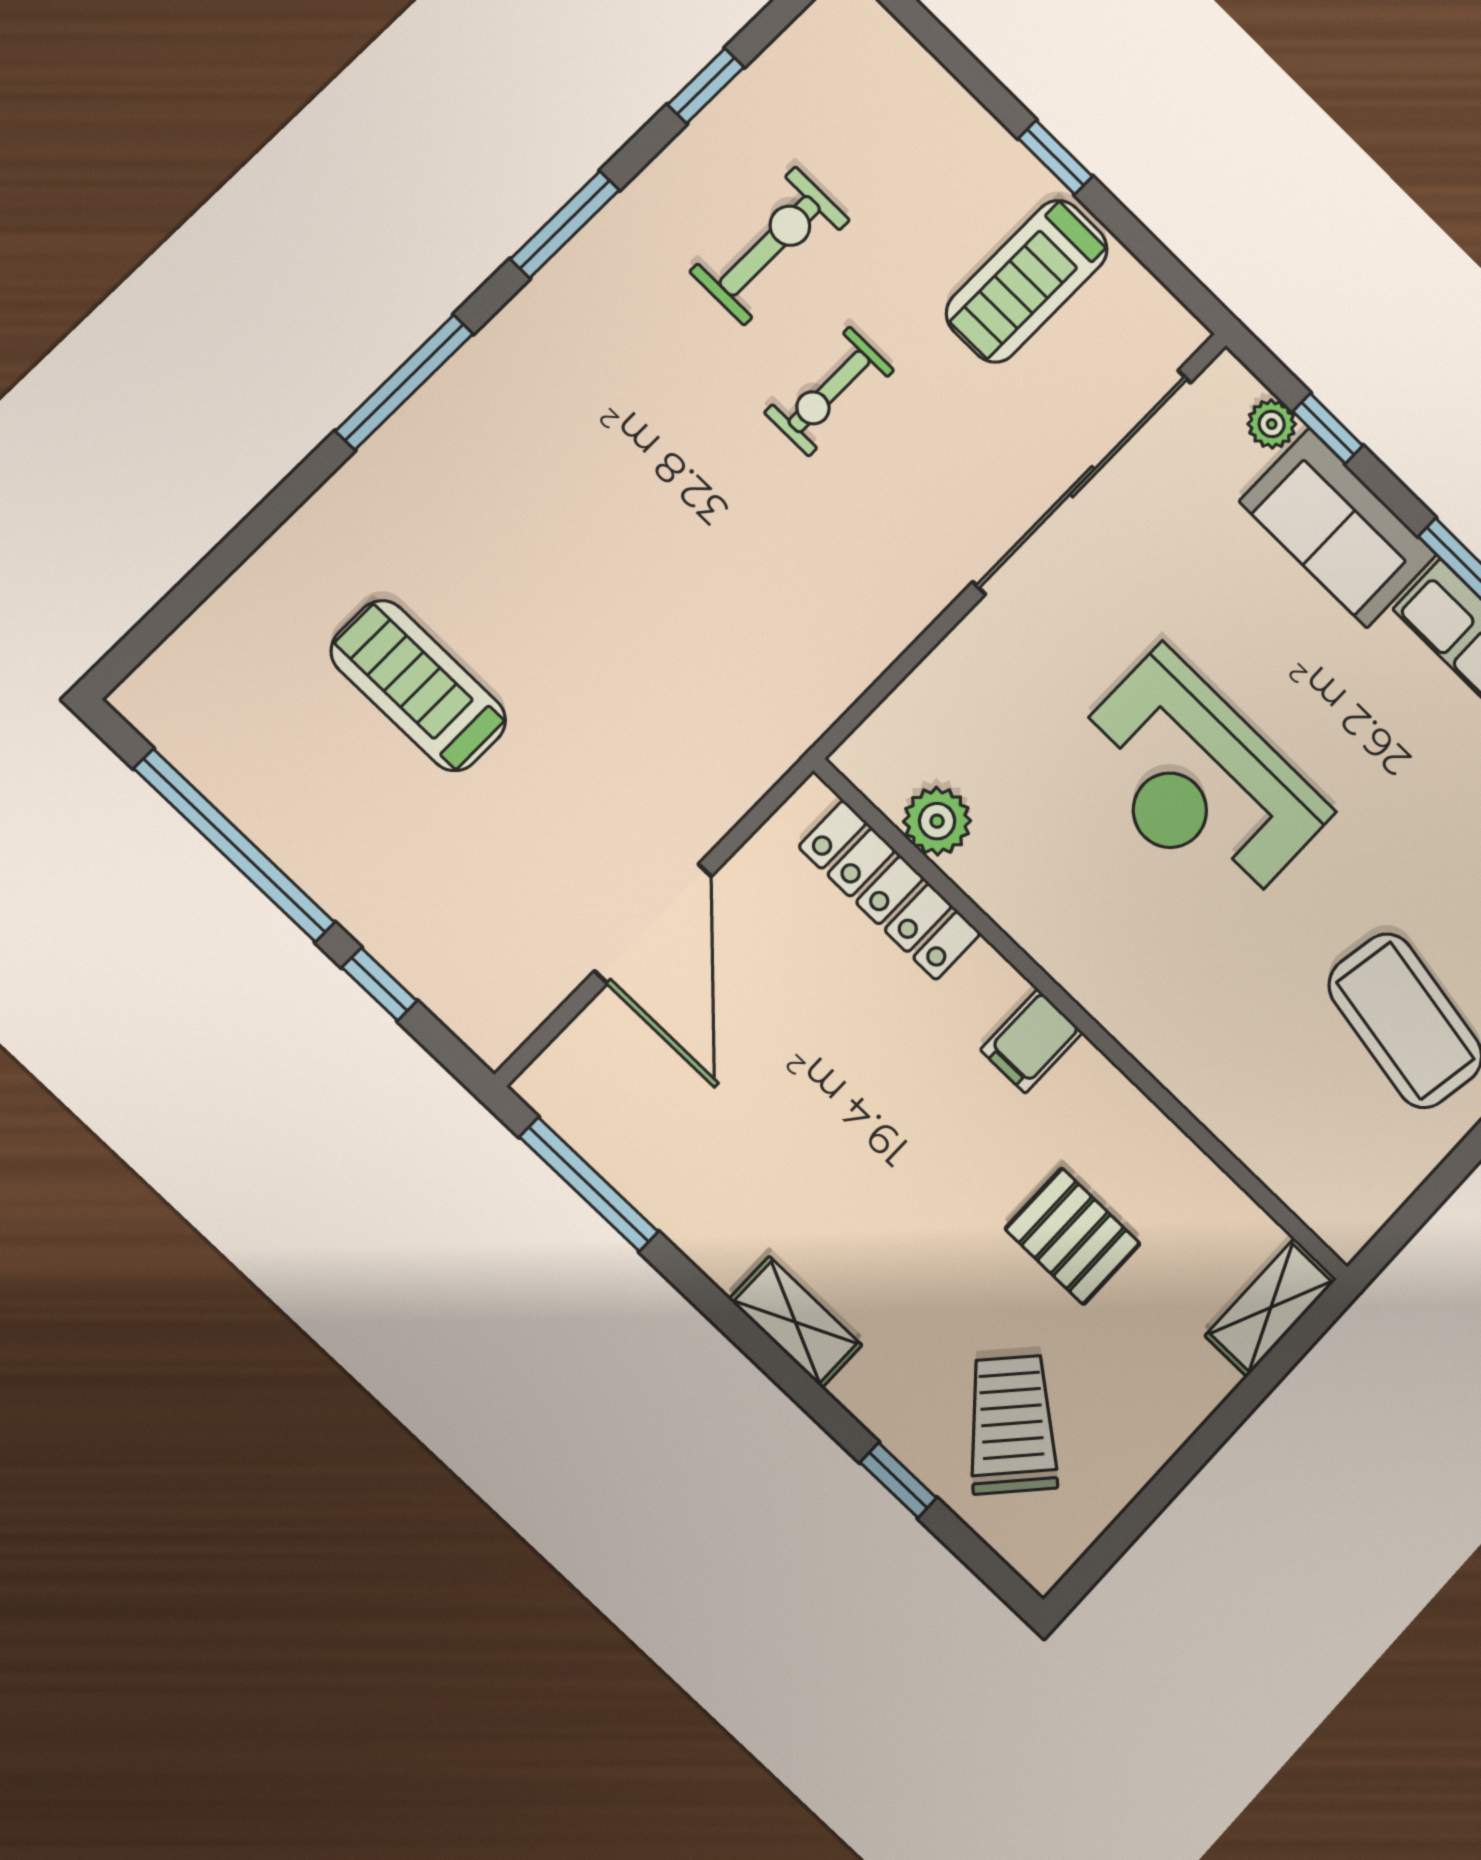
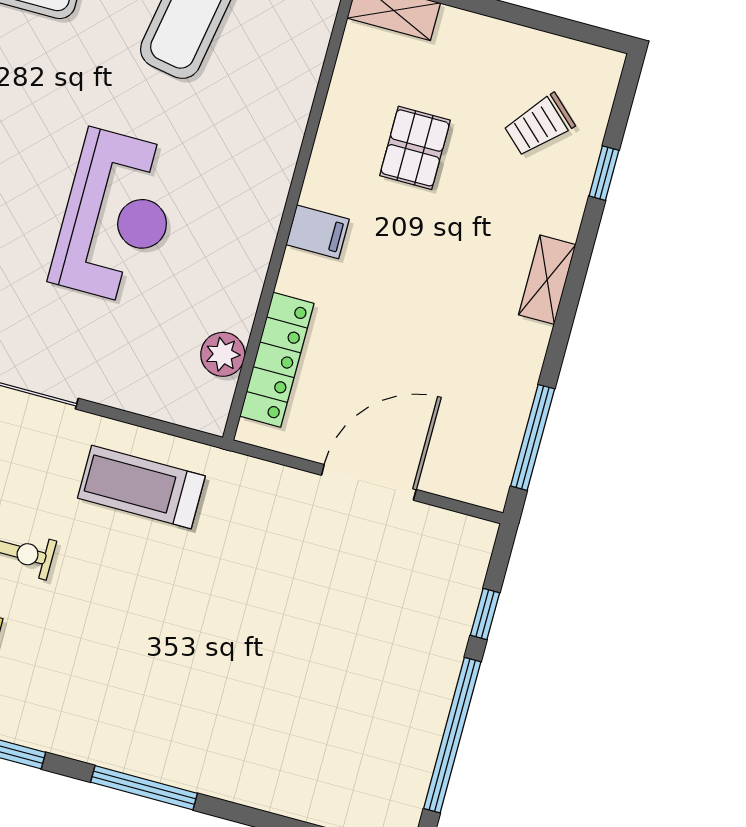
treadmill: (418, 686) -> (141, 487), moved, turned 90
trolley: (1012, 1425) -> (539, 125), width x0.73, depth x0.72

